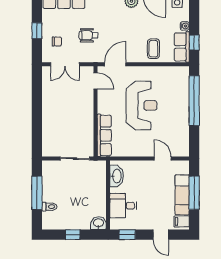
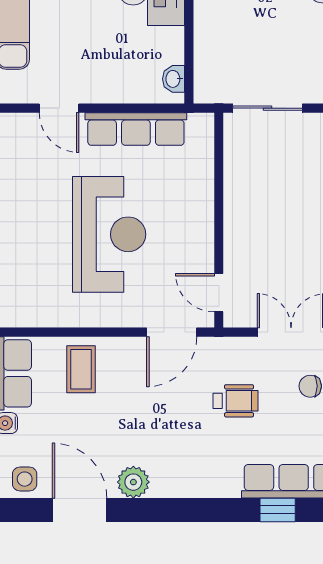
reception desk: (142, 105) -> (109, 234), turned 180
row of seats: (104, 135) -> (136, 129), moved, turned -90
washbasin: (117, 176) -> (173, 79), width x0.52, depth x0.69

